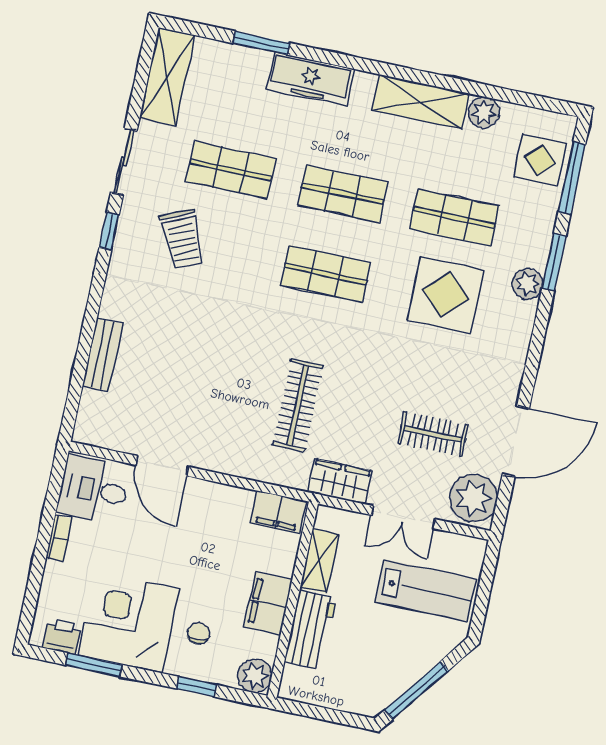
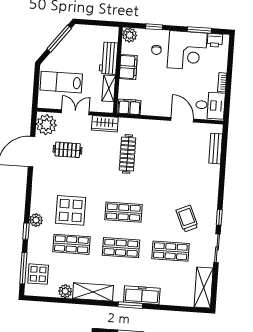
window: (261, 43) -> (130, 305), moved
window: (554, 262) -> (26, 231), width x0.67
bench: (103, 355) -> (216, 149), moved

